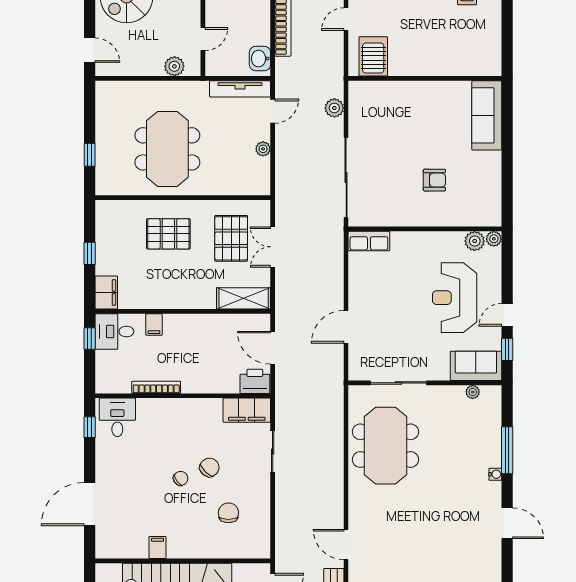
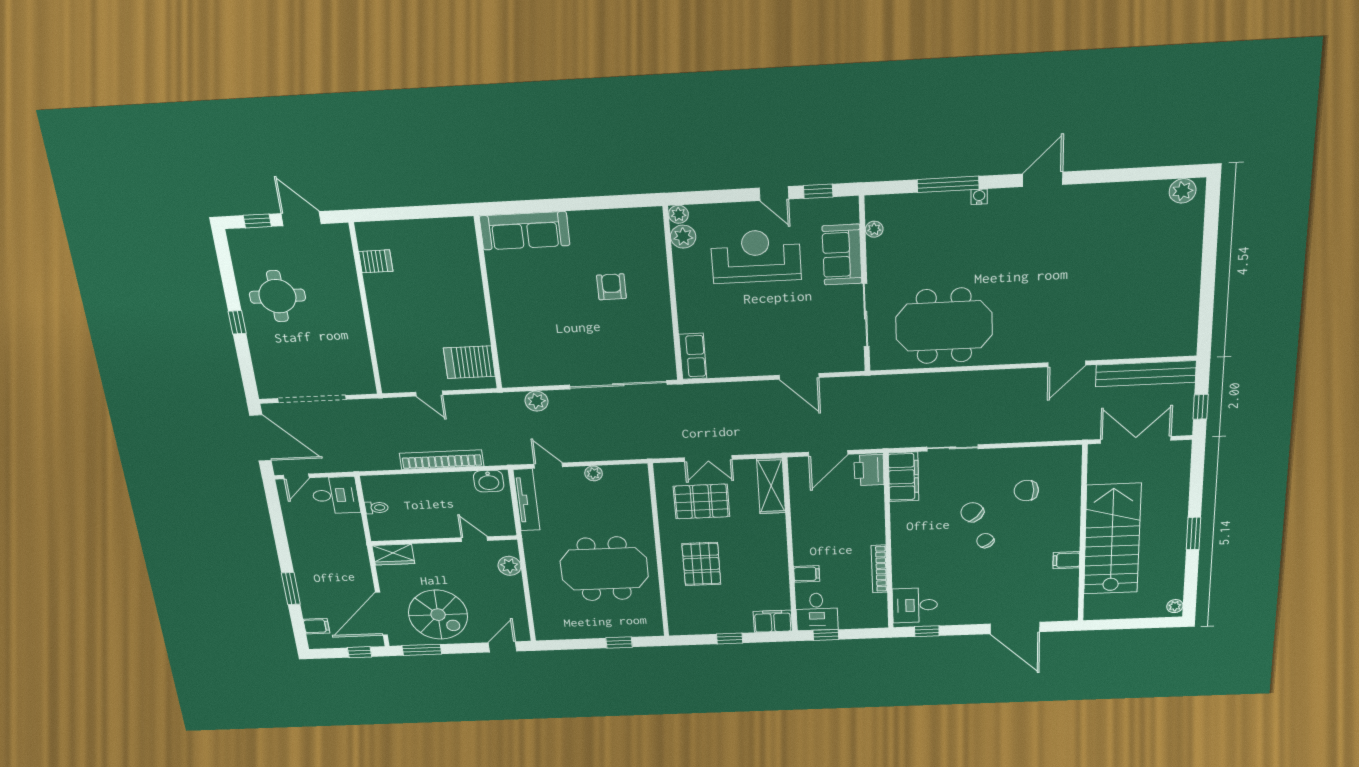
reception desk: (455, 298) -> (756, 256), turned 180
sofa: (476, 366) -> (842, 255), moved

